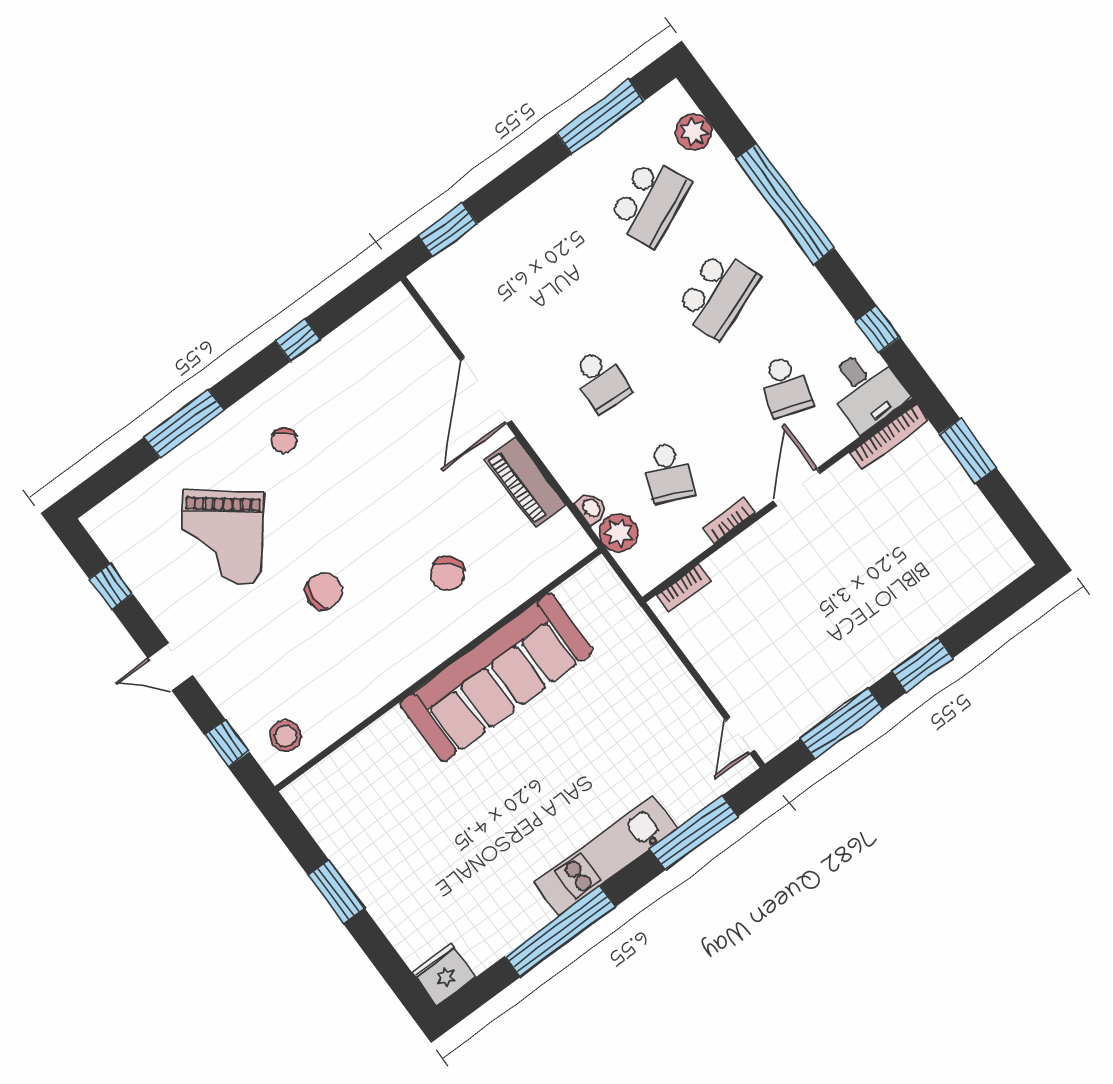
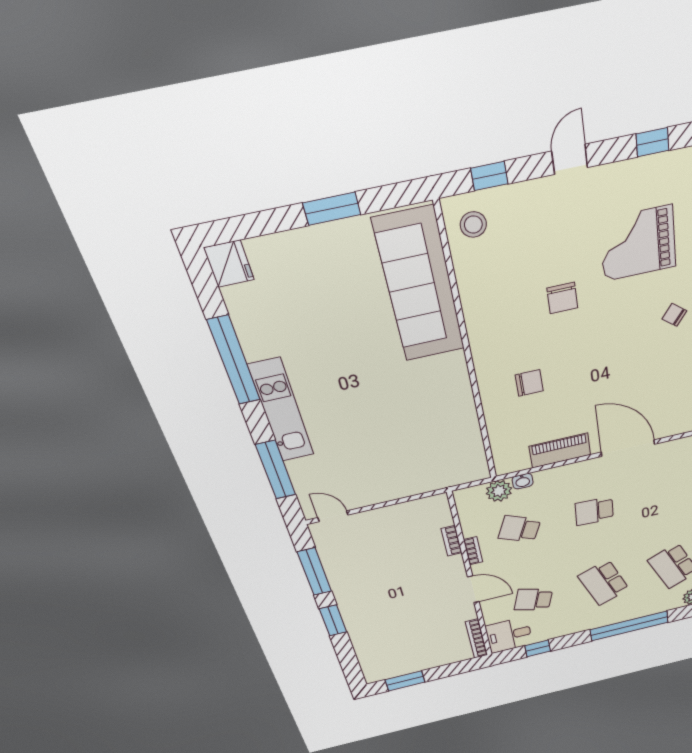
window: (967, 451) -> (405, 681), moved
grand piano: (222, 538) -> (638, 243), turned -38
chair: (447, 574) -> (529, 383), turned 132
bookcase: (683, 588) -> (452, 541), moved
sofa: (496, 677) -> (420, 286), moved

